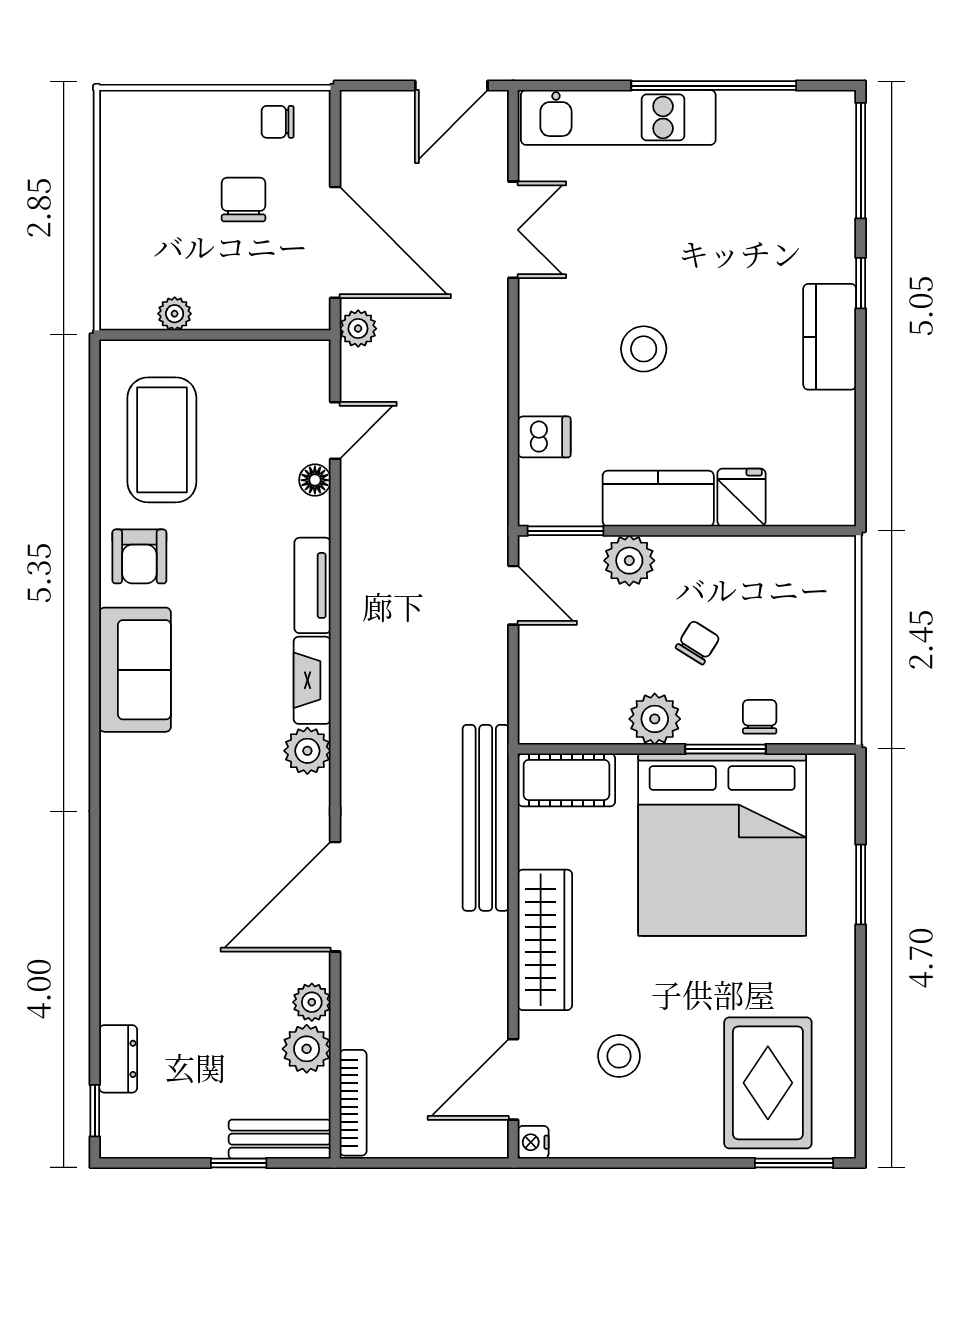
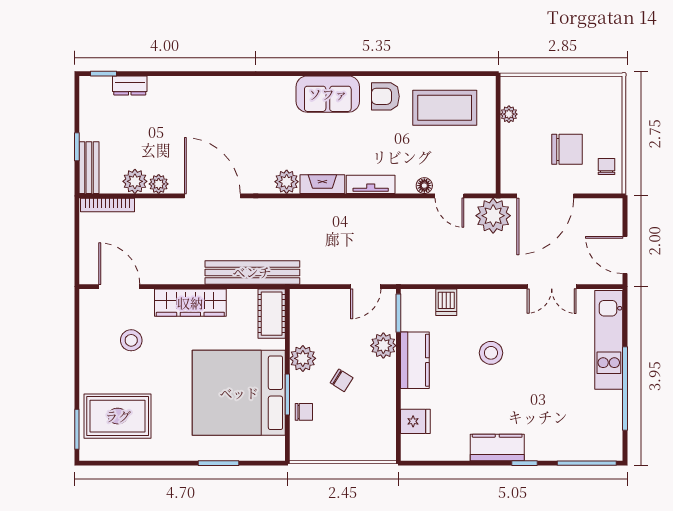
chair: (243, 200) -> (567, 149), width x1.37, depth x1.37
plant: (358, 329) -> (493, 216), width x1.88, depth x1.88
fridge: (742, 497) -> (415, 421), moved
nightstand: (533, 1142) -> (87, 297), removed

